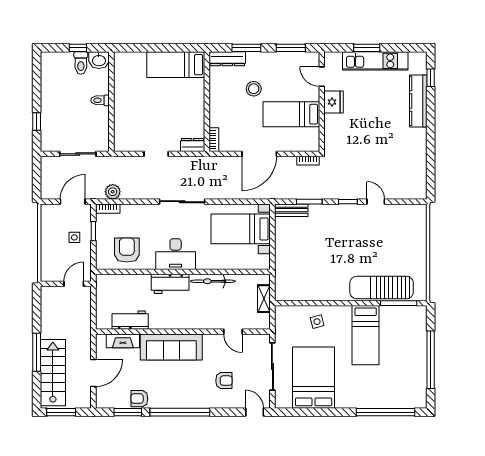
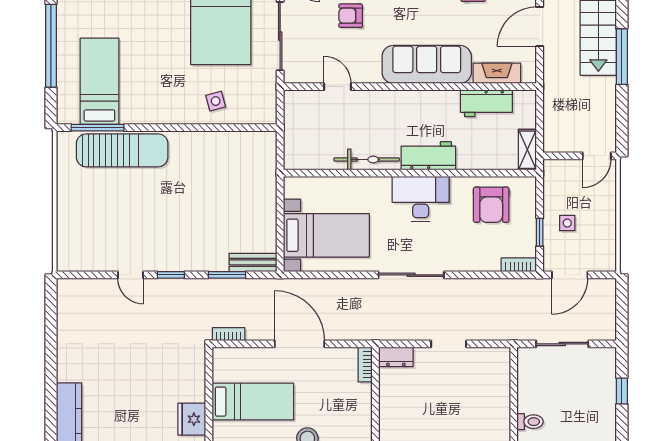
door: (259, 154) -> (299, 344), hinge flipped
plant: (113, 192) -> (512, 289), removed
door: (74, 284) -> (597, 156), moved
shelving: (264, 299) -> (527, 150), moved
bed: (366, 335) -> (99, 81), moved

